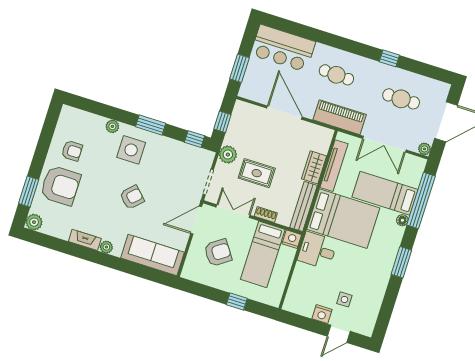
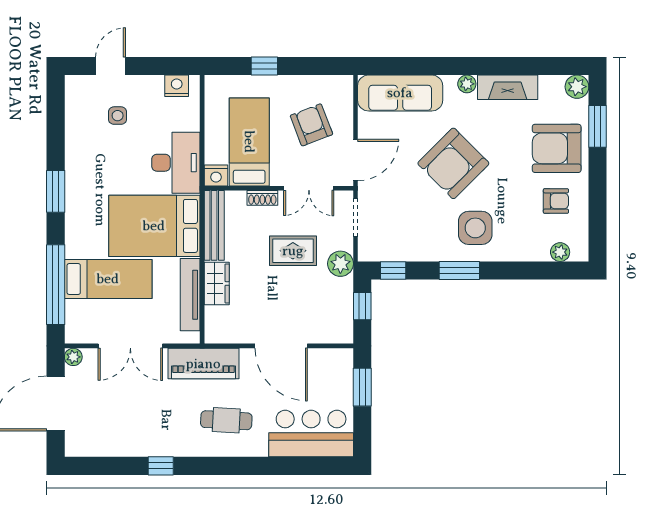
cafe table: (401, 99) -> (127, 415), removed
plant: (112, 126) -> (560, 252), moved
double door: (384, 144) -> (130, 346), swing flipped
armchair: (72, 151) -> (556, 201), turned 180
armchair: (132, 197) -> (453, 163), width x1.88, depth x1.88
floor lamp: (402, 220) -> (73, 249), removed
fireplace: (85, 240) -> (508, 87), width x1.37, depth x1.32
desk: (317, 251) -> (176, 163), width x1.37
armchair: (218, 253) -> (311, 125), turned 104
nightstand: (322, 314) -> (177, 86), moved

